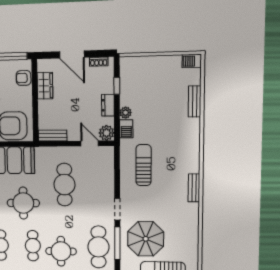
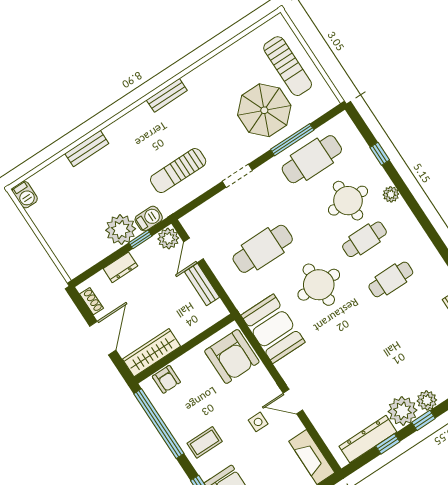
wardrobe: (45, 86) -> (152, 353), width x1.50
window: (117, 86) -> (140, 239), moved
bench: (195, 101) -> (87, 148), moved
dresser: (108, 105) -> (120, 267), moved
plant: (126, 113) -> (121, 230), width x1.88, depth x1.88
bench: (53, 136) -> (202, 285), moved
doorway: (117, 209) -> (237, 176), moved

